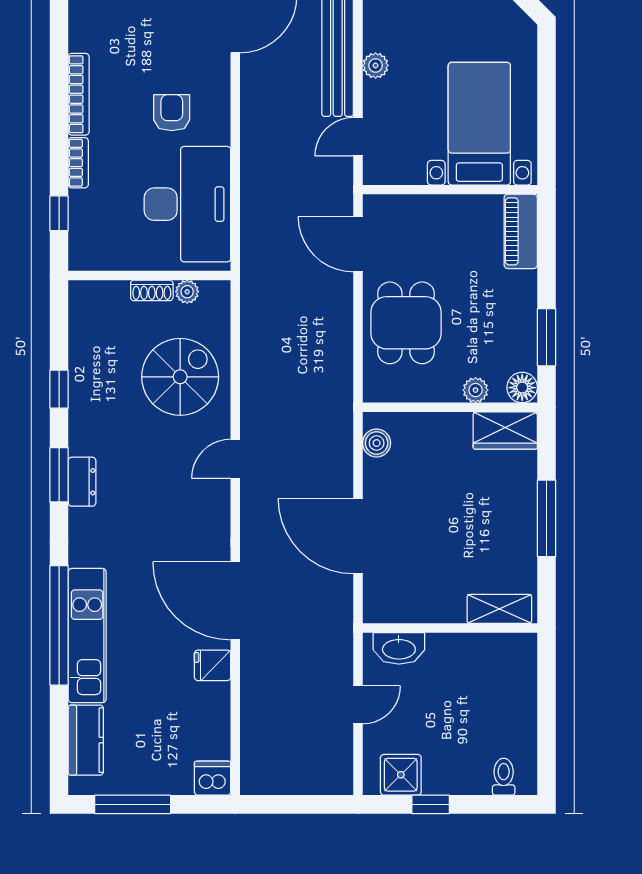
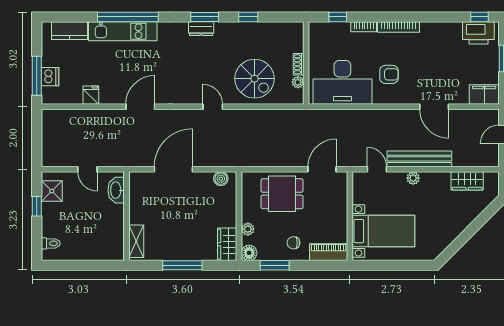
chair: (502, 300) -> (293, 243), added
door: (235, 601) -> (140, 107), width x0.73
fridge: (213, 665) -> (91, 95), moved
dishwasher: (213, 778) -> (50, 77), moved
window: (133, 804) -> (37, 76), moved

